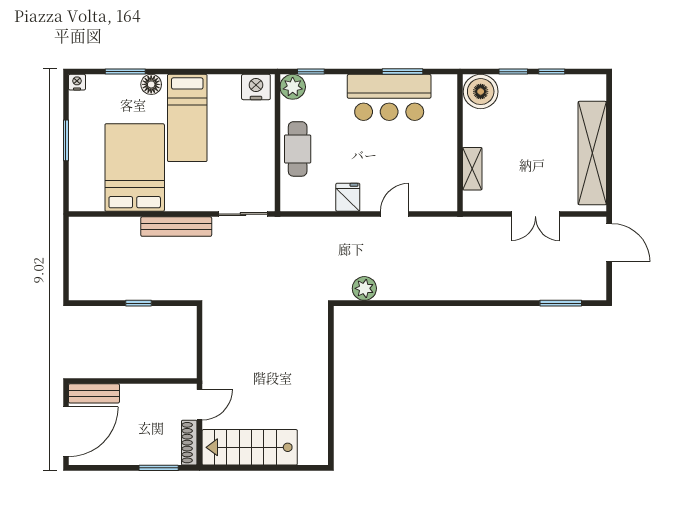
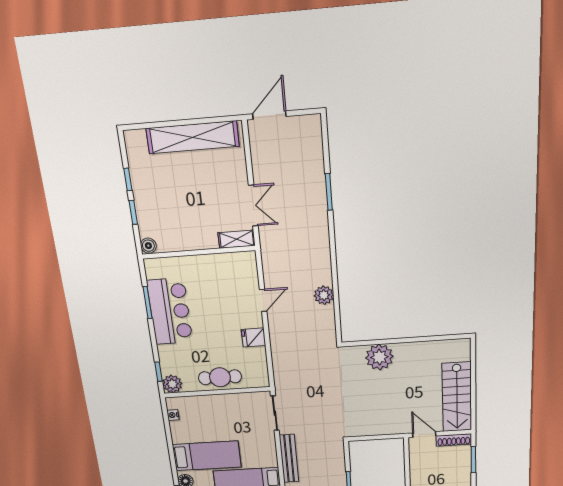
nightstand: (256, 87) -> (173, 415), width x0.53, depth x0.56
boiler: (481, 92) -> (148, 246), width x0.54, depth x0.54
shelving: (472, 169) -> (237, 239), moved
door: (395, 214) -> (263, 300), swing flipped
double door: (535, 214) -> (253, 206), moved
plant: (364, 288) -> (324, 295), moved
window: (561, 303) -> (329, 192), moved
plant: (311, 352) -> (379, 357), added

